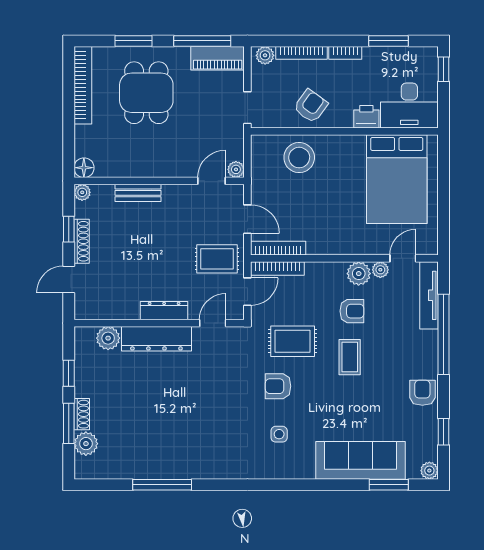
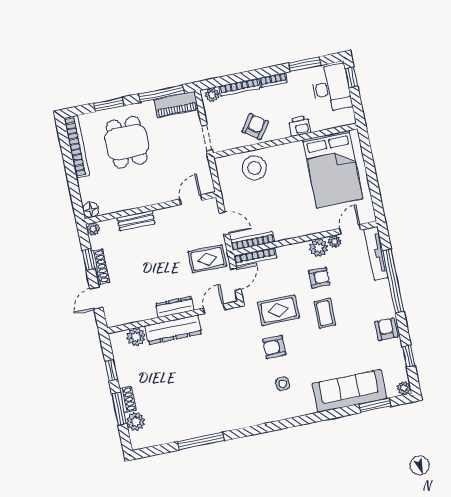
desk: (409, 106) -> (331, 88), moved, turned -90
plant: (236, 169) -> (208, 187), removed

